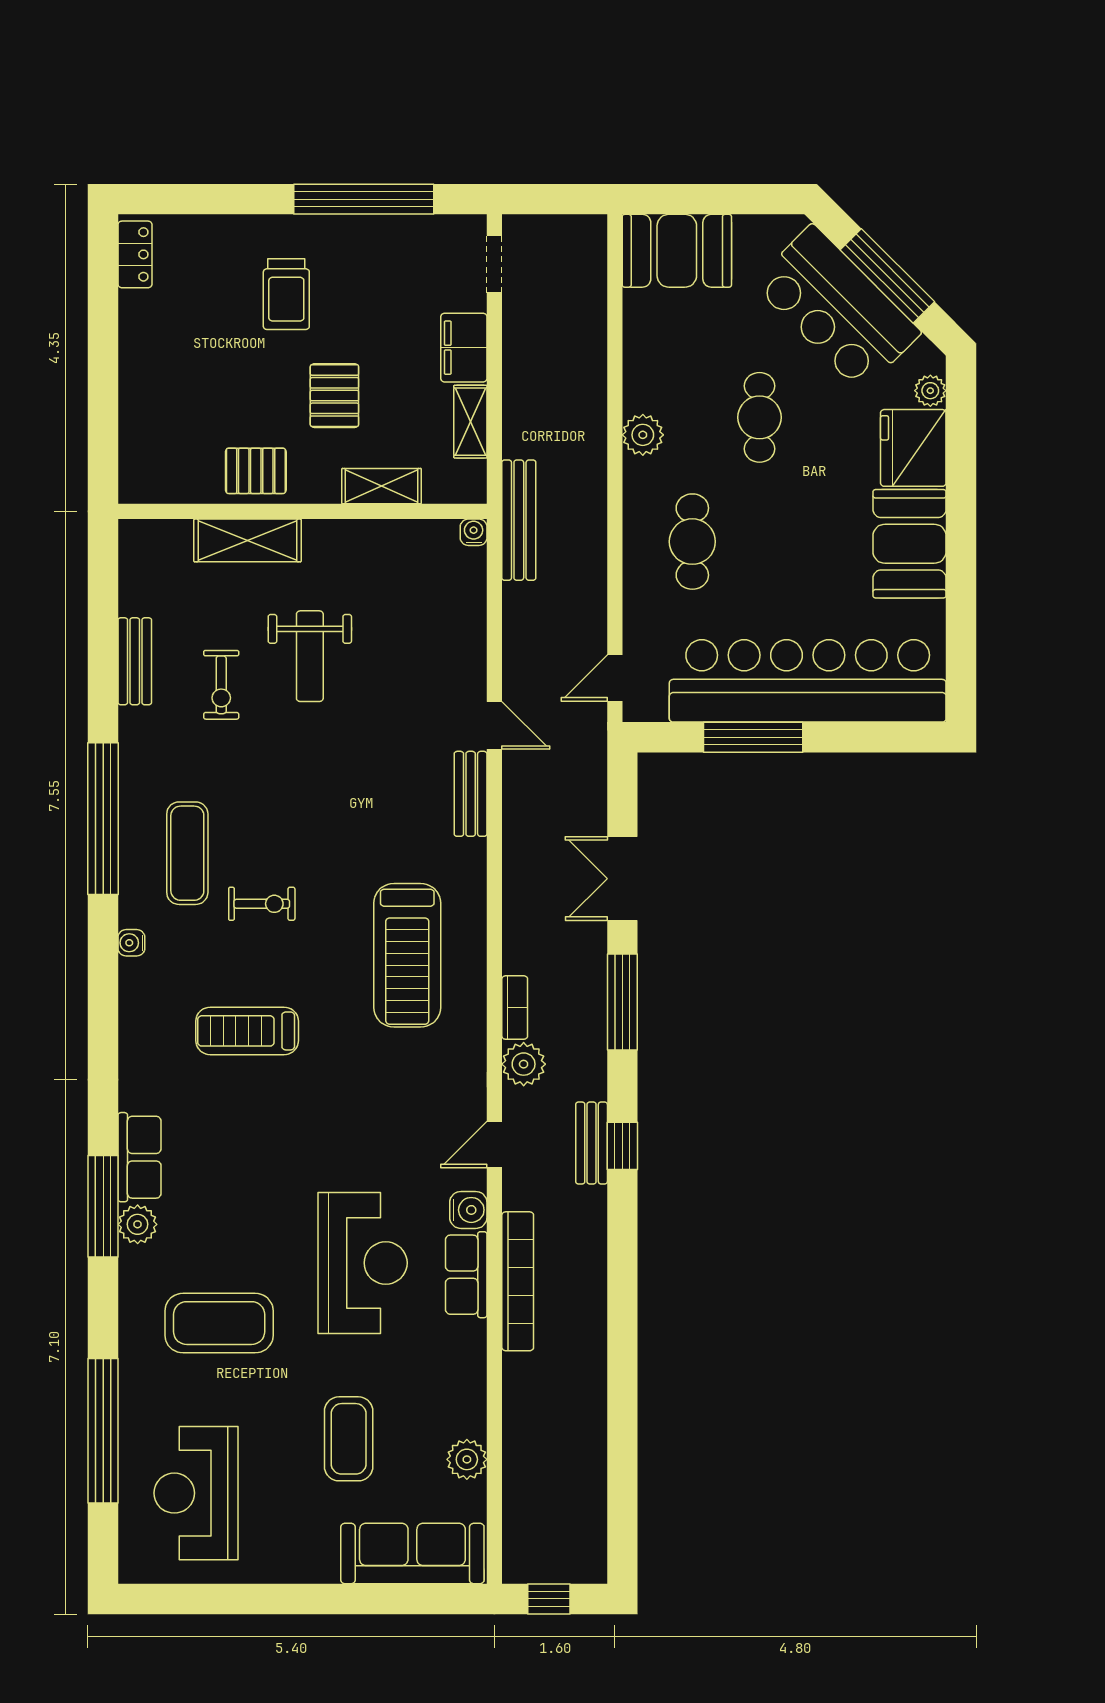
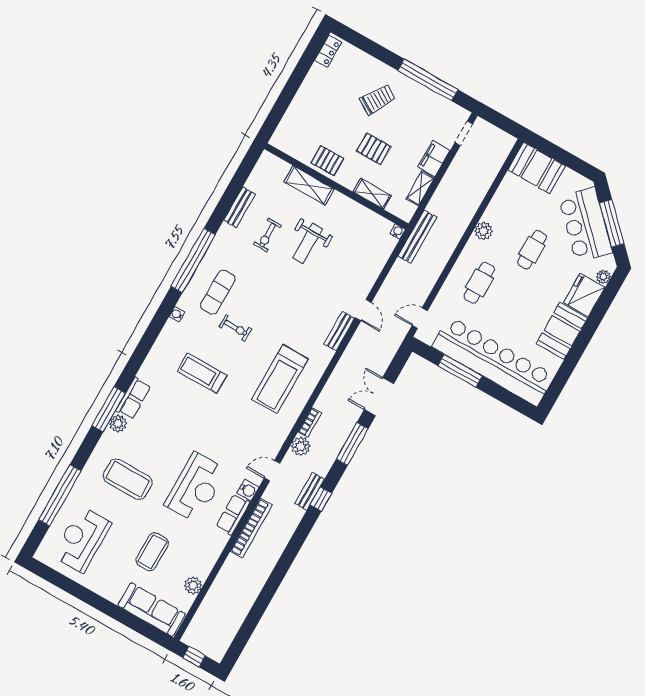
trolley: (286, 294) -> (377, 100), turned -149
pallet: (334, 396) -> (374, 149), turned 90

